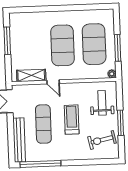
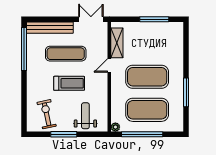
window: (76, 8) -> (186, 92), added
window: (118, 48) -> (142, 134), width x1.46
weight bench: (102, 103) -> (85, 116), turned -90

